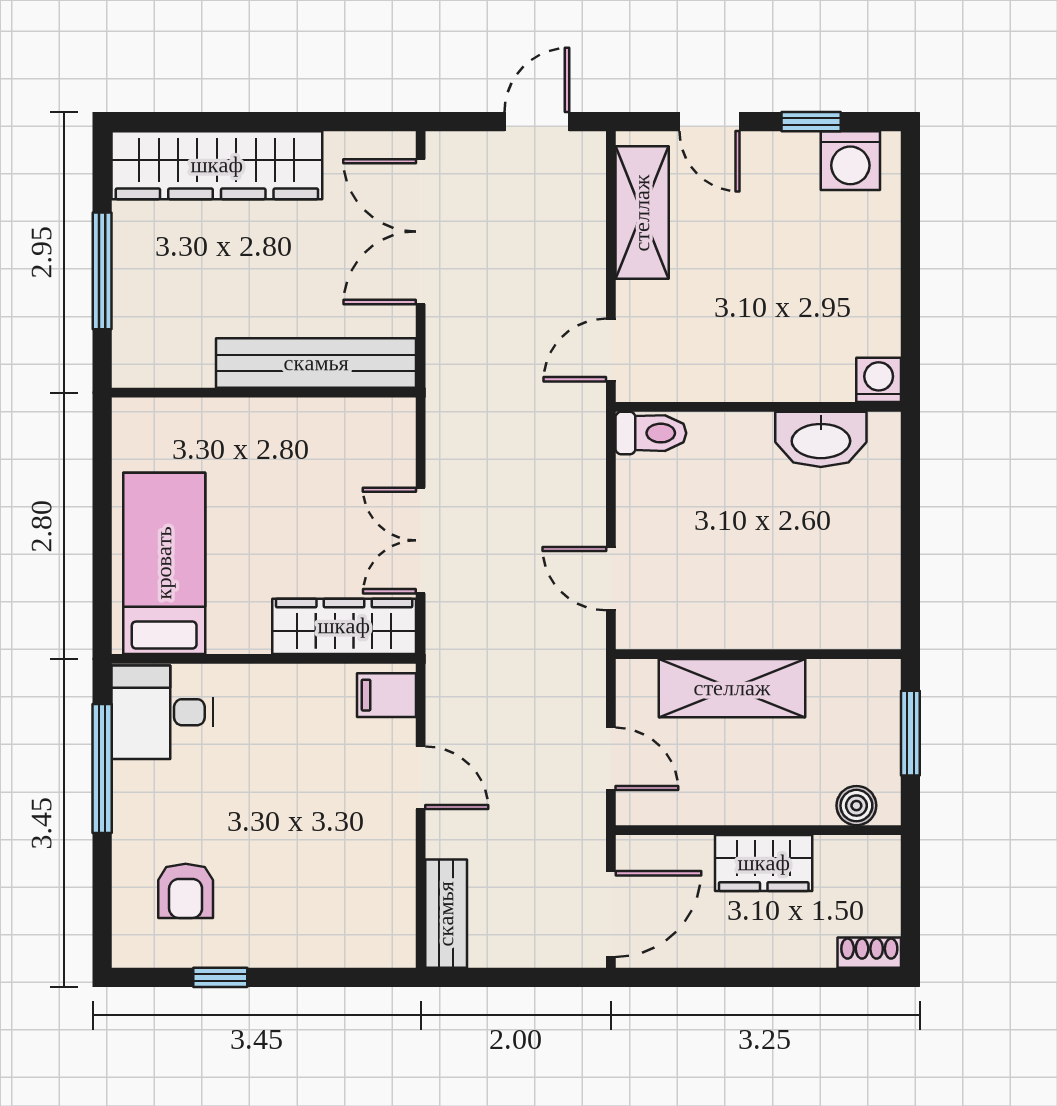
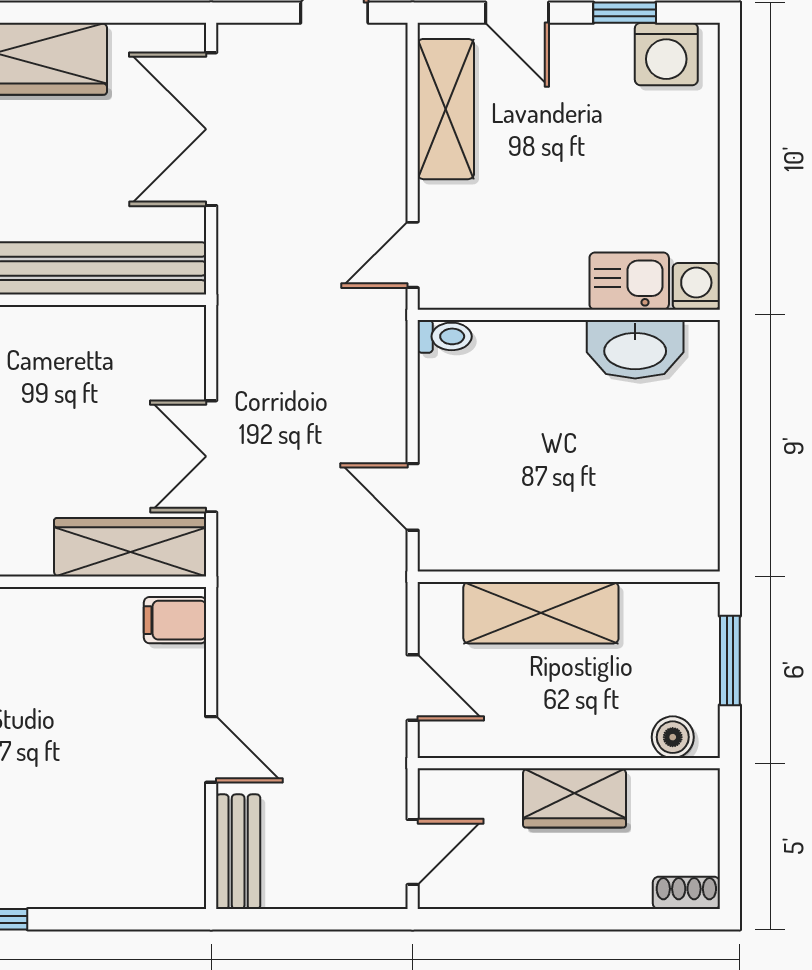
kitchen sink: (815, 375) -> (629, 281), added
toilet: (651, 433) -> (445, 336), width x0.73, depth x0.72
door: (421, 778) -> (211, 749), moved
door: (611, 914) -> (413, 852), width x0.73

